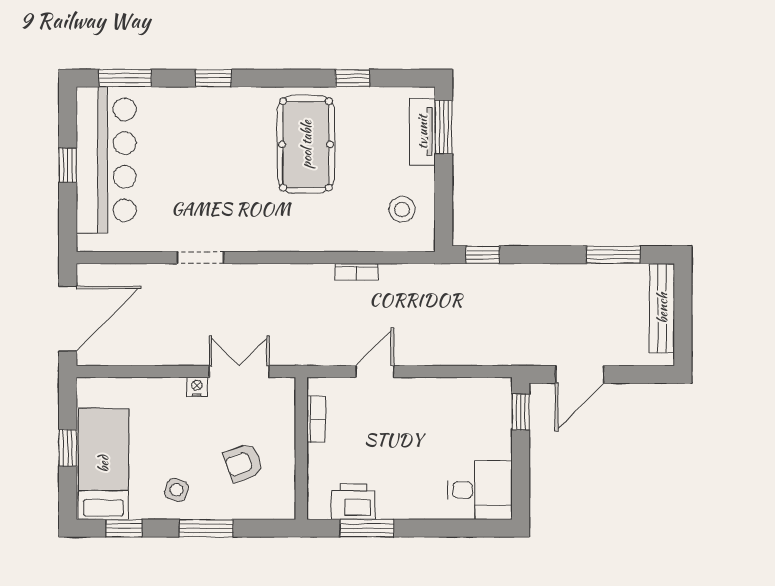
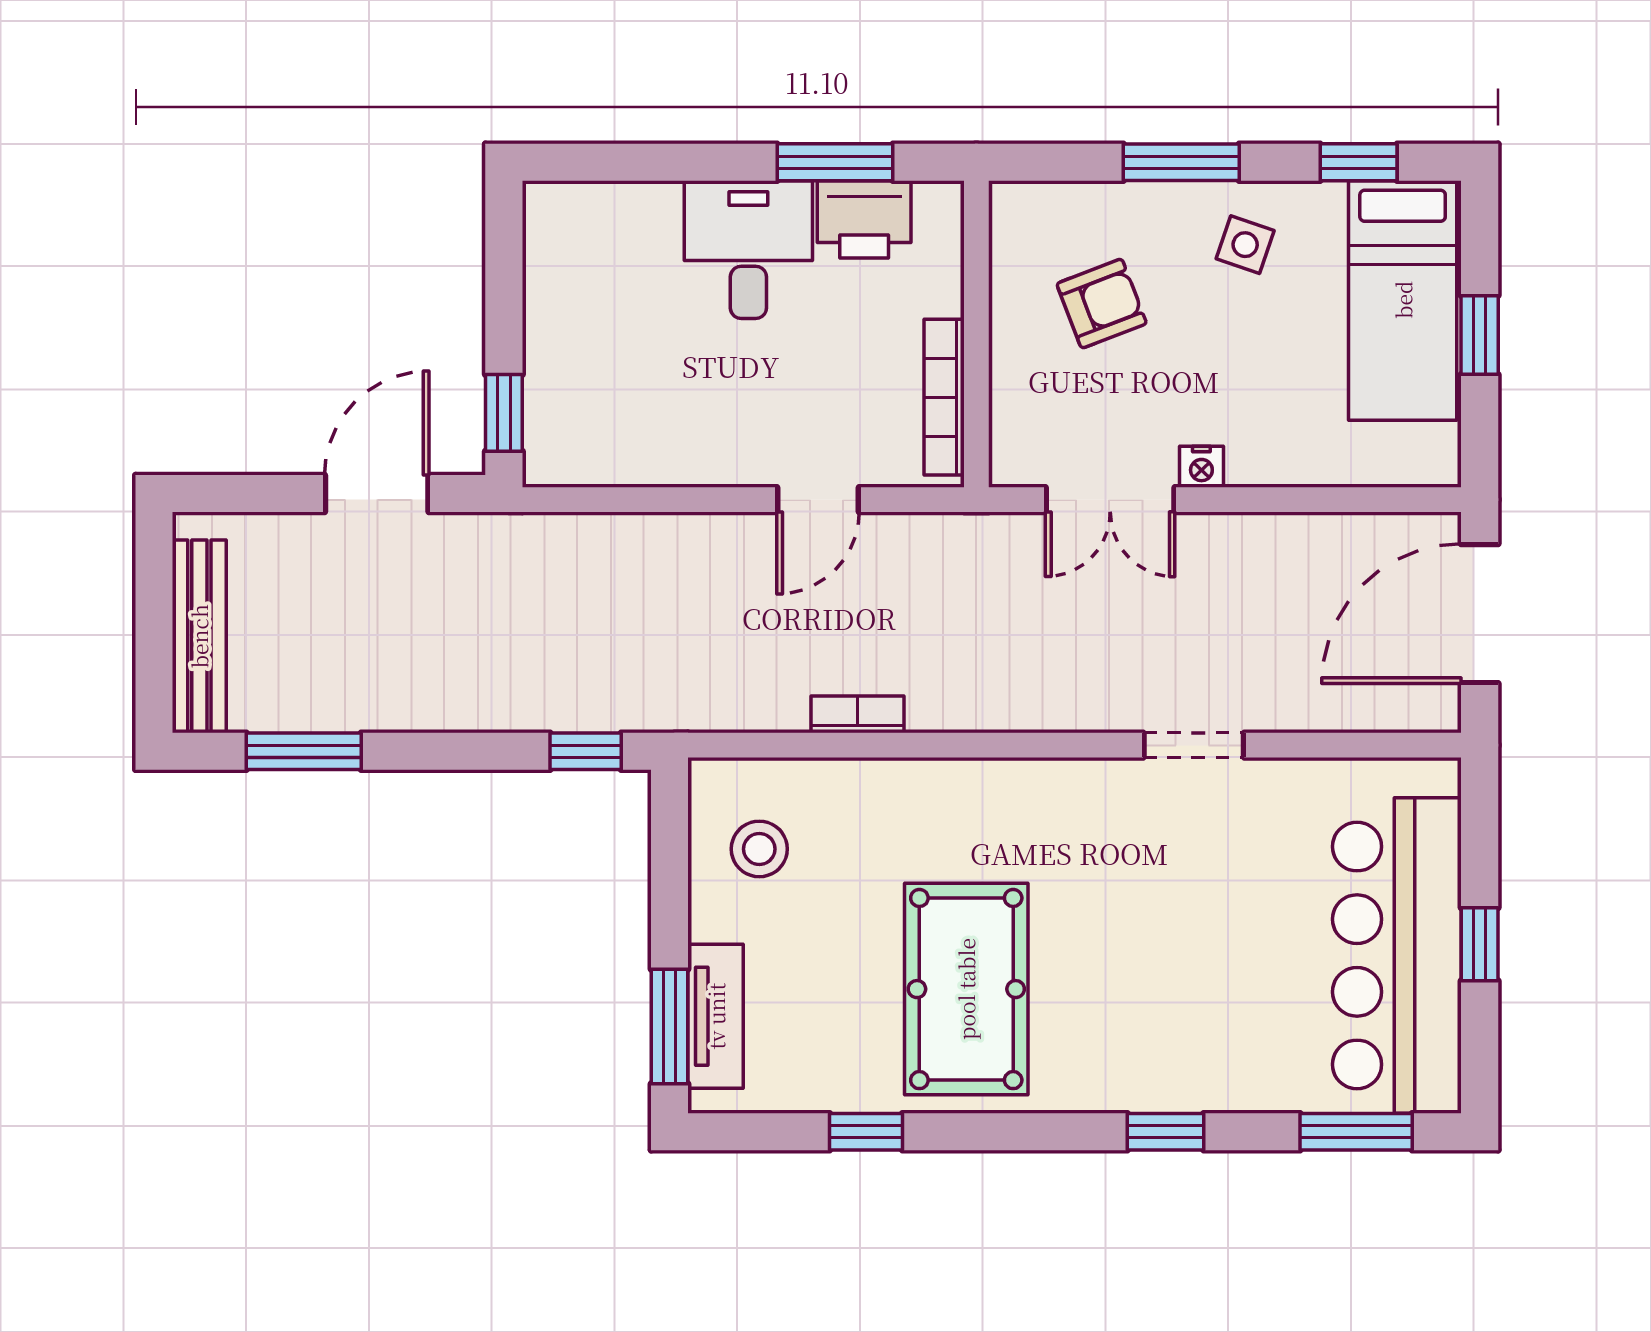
bookcase: (316, 419) -> (944, 397), width x1.56
desk: (480, 490) -> (748, 250), moved, turned 90

